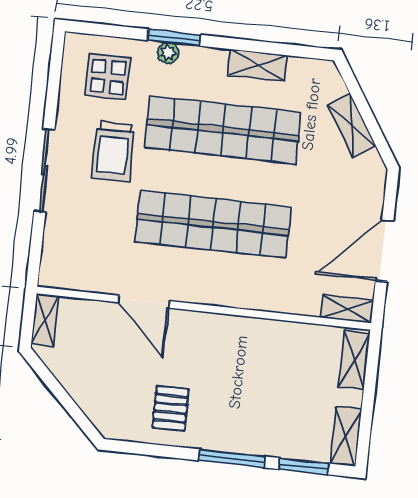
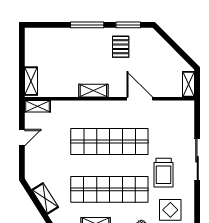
trolley: (113, 151) -> (164, 173), turned 180
door: (385, 251) -> (22, 138), width x0.53
shelving: (346, 436) -> (93, 91), moved, turned 90
window: (304, 466) -> (128, 25), moved

